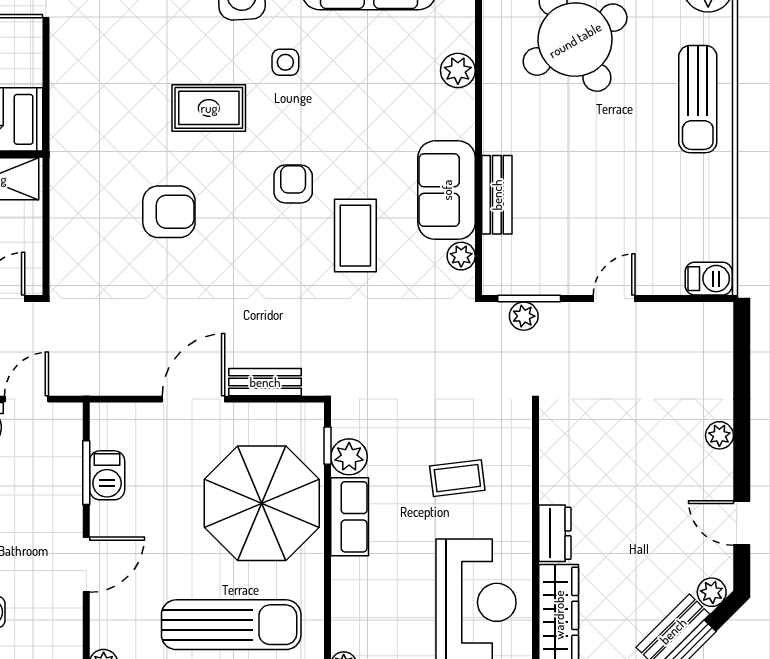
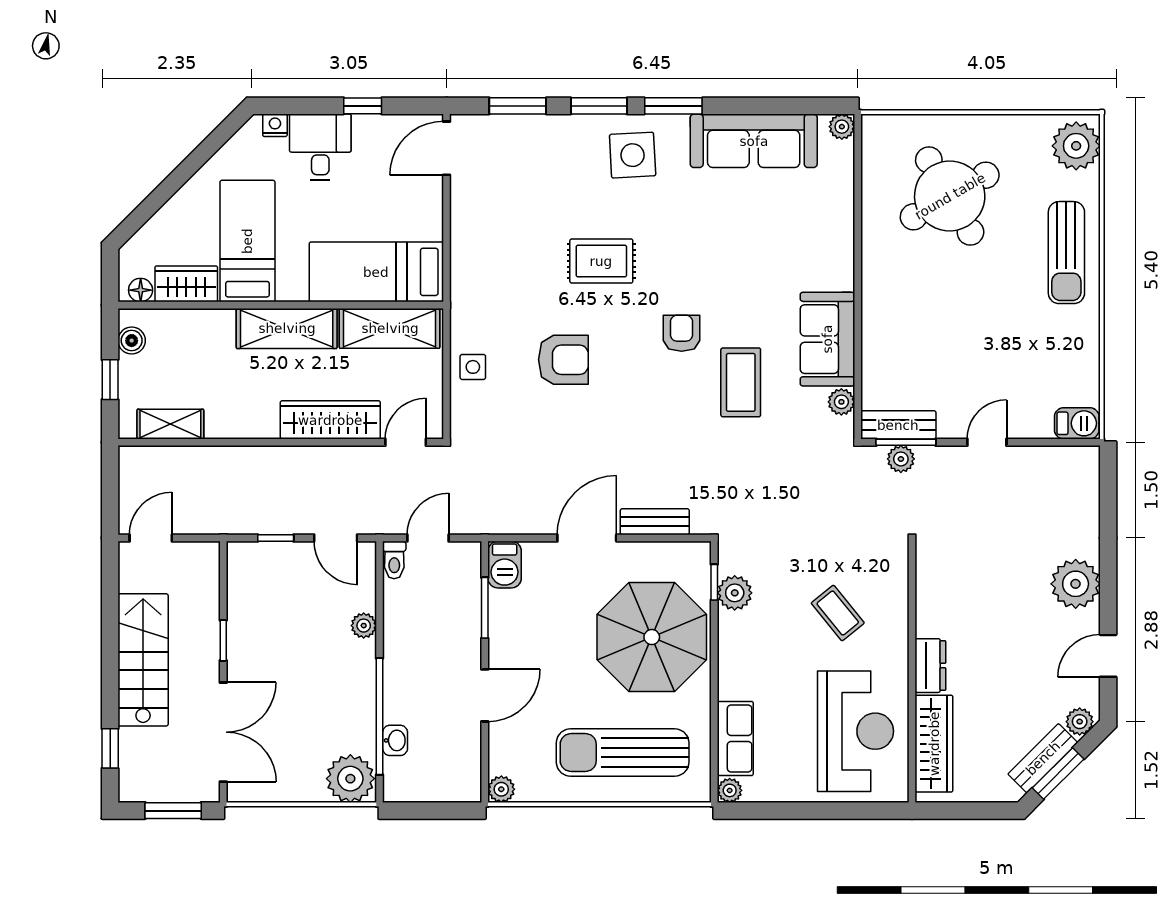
side table: (285, 62) -> (473, 367), moved
plant: (458, 70) -> (838, 225), removed
bench: (497, 195) -> (898, 425), moved, turned 90
plant: (719, 435) -> (1076, 584), width x1.87, depth x1.87
barbecue: (107, 475) -> (505, 565), moved
coffee table: (457, 478) -> (838, 613), turned 58
row of seats: (350, 517) -> (735, 738), moved
door: (742, 523) -> (1108, 656), hinge flipped
sun lounger: (231, 625) -> (623, 753), turned 180

